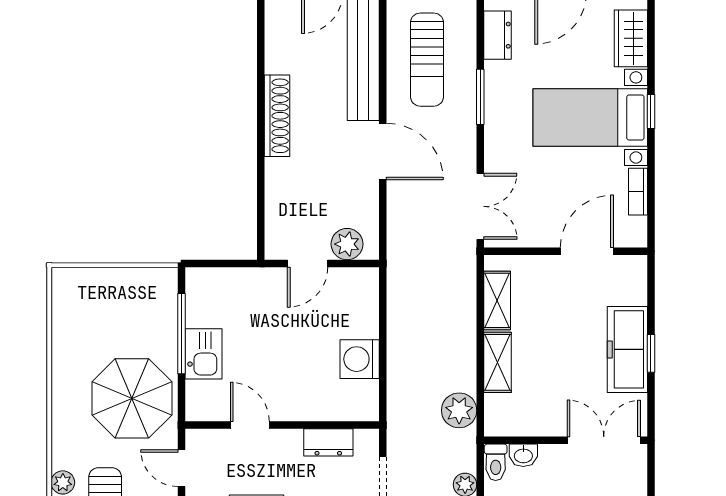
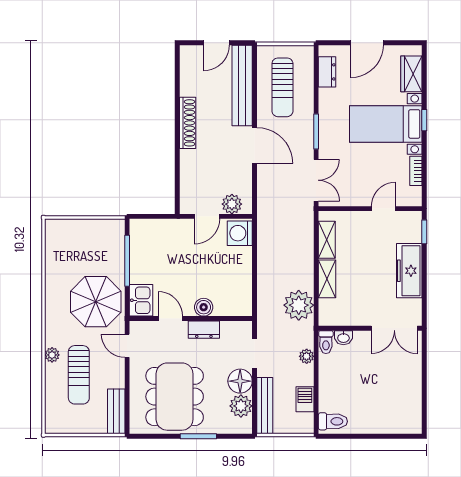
window: (480, 97) -> (316, 131), moved
door: (587, 251) -> (384, 209), width x0.73
window: (651, 353) -> (424, 232), moved
kitchen sink: (204, 354) -> (141, 300), moved
washing machine: (360, 359) -> (240, 233), moved
boiler: (302, 407) -> (204, 307), added
plant: (459, 410) -> (299, 305), width x1.36, depth x1.36
double door: (604, 440) -> (394, 328), swing flipped
dresser: (328, 442) -> (204, 330), moved

